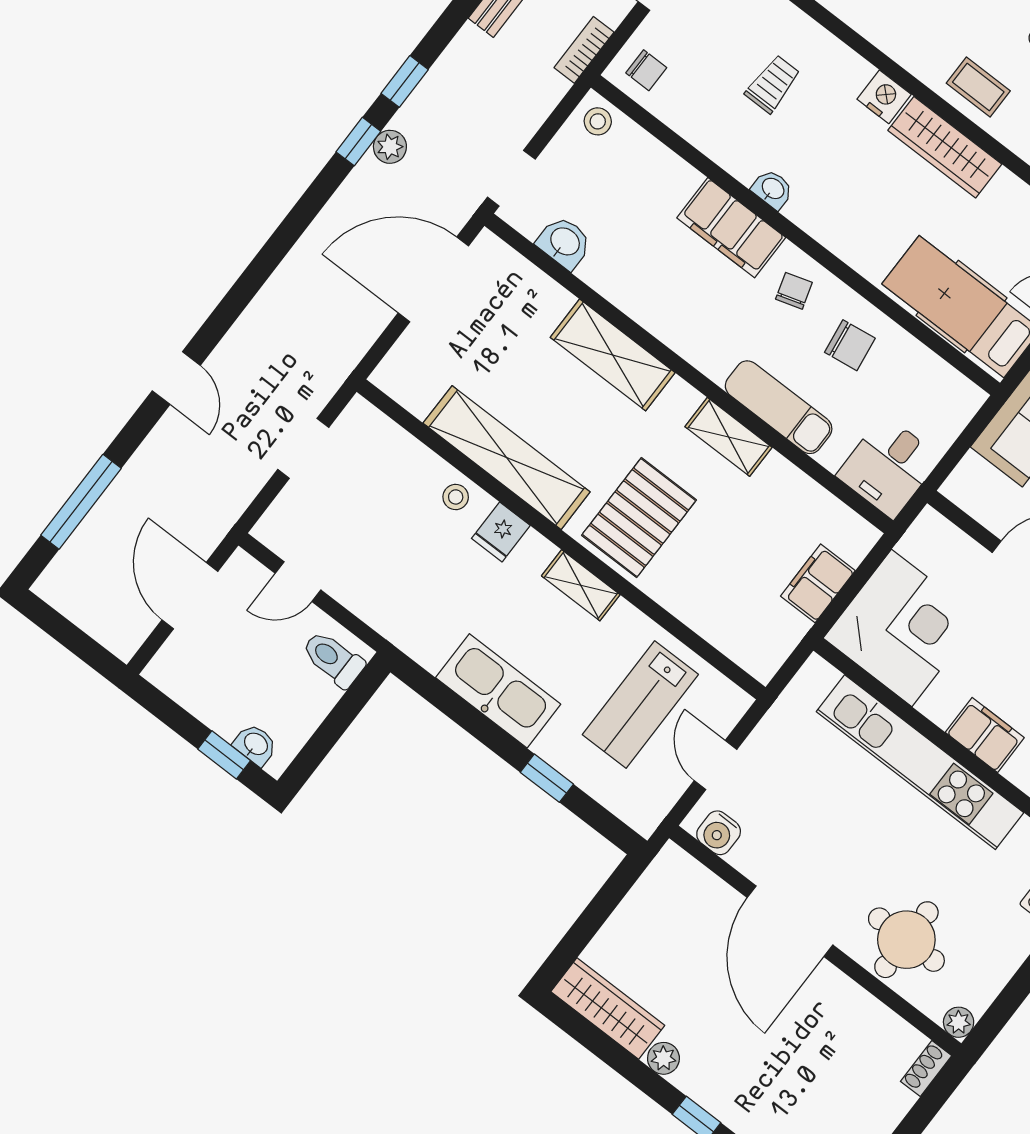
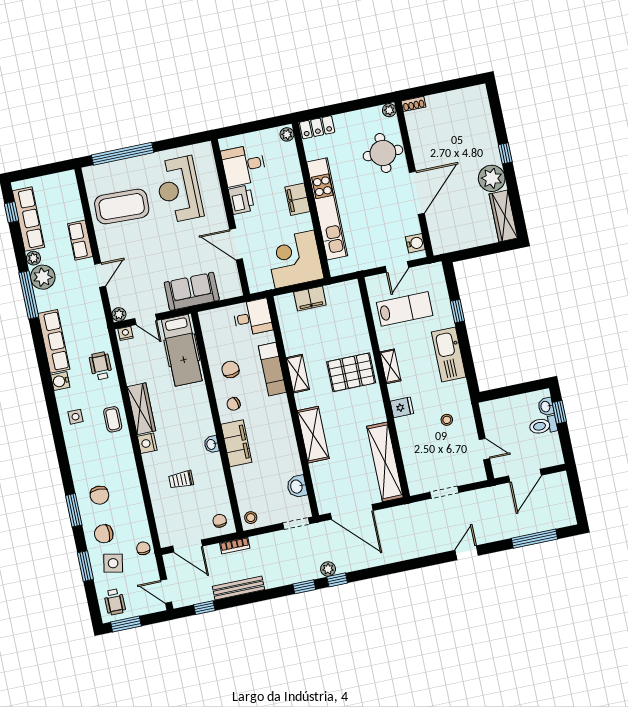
shelving: (507, 458) -> (385, 462), moved
stool: (456, 497) -> (447, 420), moved
toilet: (333, 659) -> (543, 426), moved, turned 90
plant: (663, 1058) -> (492, 178), width x1.88, depth x1.88

